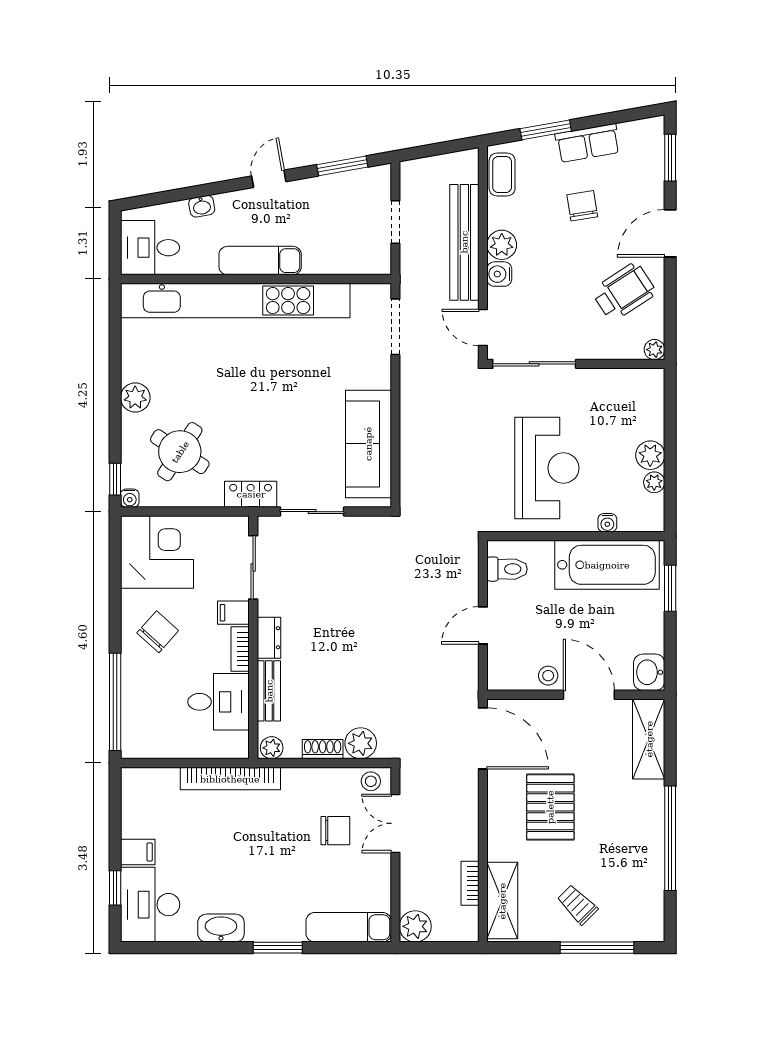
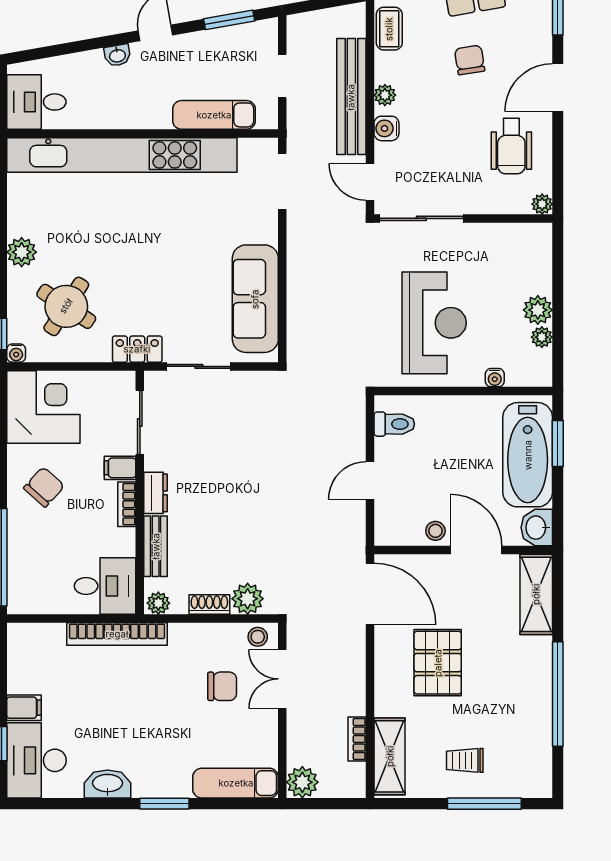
washbasin: (202, 206) -> (117, 55), moved
plant: (502, 245) -> (385, 95), width x0.73, depth x0.73
exam couch: (260, 261) -> (214, 115), moved
wheelchair: (624, 292) -> (511, 146), turned 123
bathtub: (607, 565) -> (528, 455), moved, turned 90
desk: (218, 702) -> (105, 586), moved
trolley: (577, 905) -> (465, 760), turned -45

